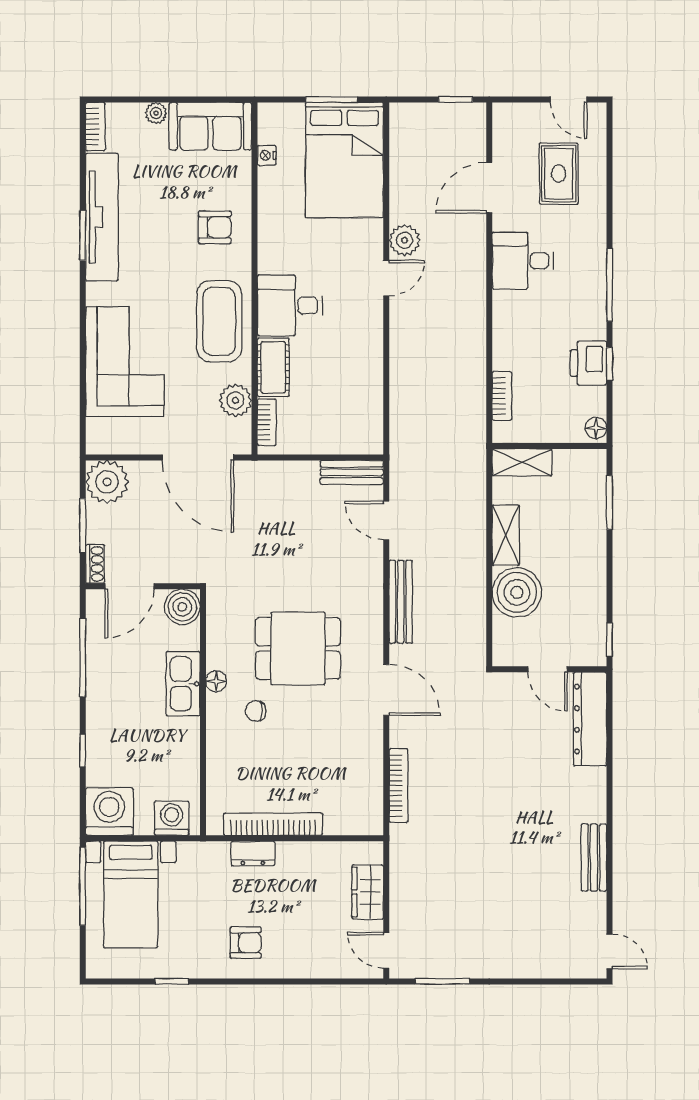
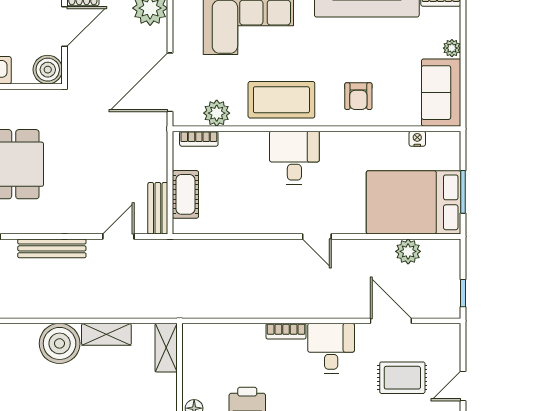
plant: (405, 240) -> (408, 251), moved
cot: (273, 367) -> (185, 194), moved, turned 90
bookcase: (502, 396) -> (286, 331), moved
door: (130, 586) -> (65, 27), swing flipped

